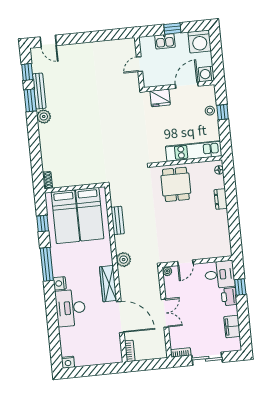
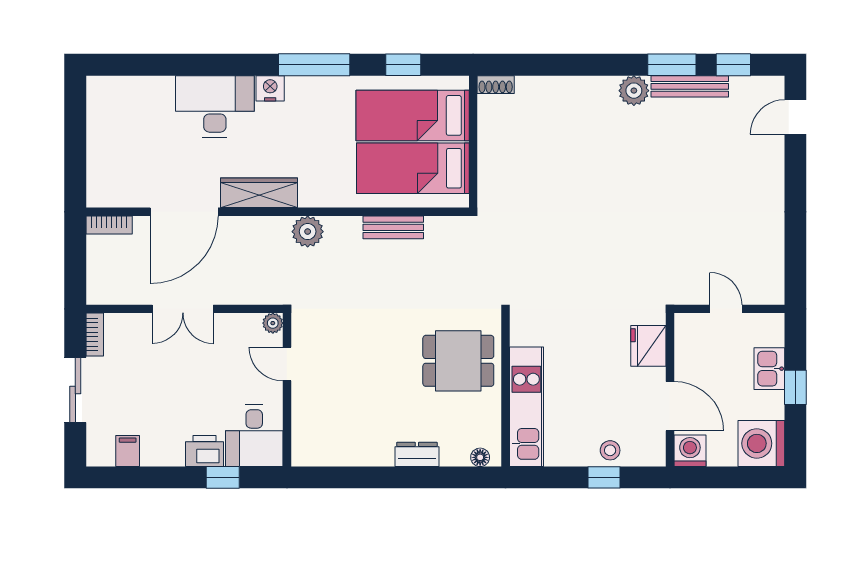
filing cabinet: (232, 326) -> (128, 451), width x0.50
nightstand: (68, 362) -> (98, 89), removed

